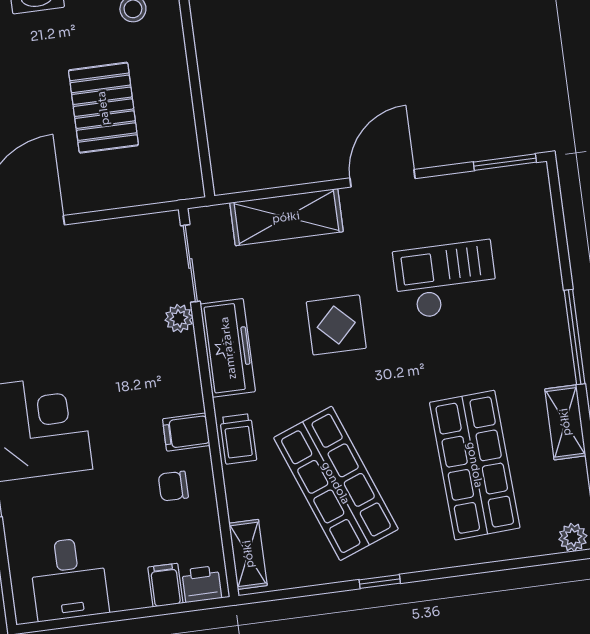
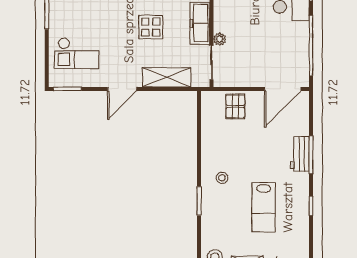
pallet: (103, 108) -> (235, 106), moved, width x0.67, depth x0.71
checkout: (446, 280) -> (77, 53), moved

